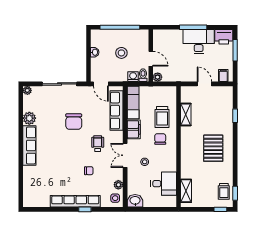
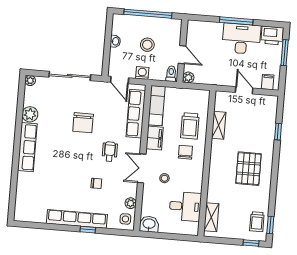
washing machine: (133, 77) -> (142, 73), moved

